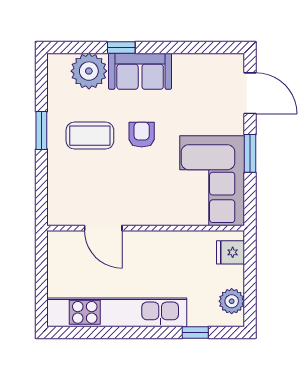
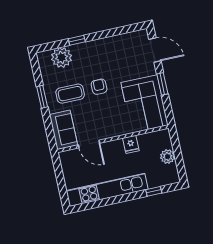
sofa: (140, 71) -> (63, 130), moved, turned -90
fridge: (230, 252) -> (131, 144), moved, turned -90
plant: (232, 301) -> (168, 157), moved

